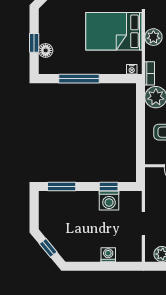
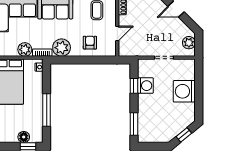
plant: (153, 37) -> (25, 50), moved
window: (34, 43) -> (28, 146), moved
washing machine: (108, 255) -> (184, 91), width x1.89, depth x1.89

